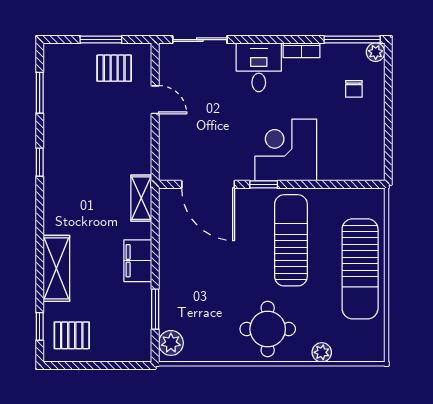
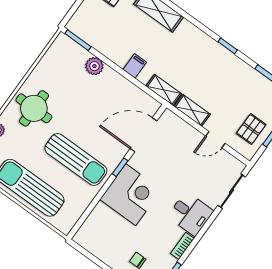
shelving: (141, 150) -> (192, 110), added
filing cabinet: (138, 261) -> (135, 66), width x0.50
window: (155, 309) -> (78, 40), moved
plant: (171, 343) -> (94, 66), moved

